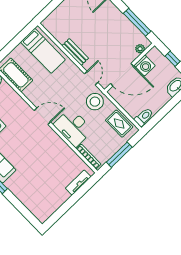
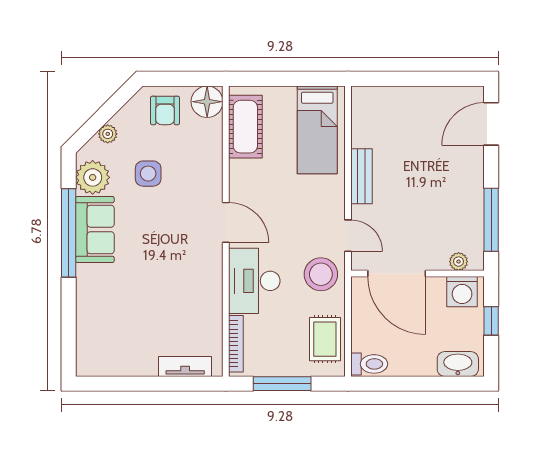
washing machine: (145, 65) -> (462, 292), moved
door: (91, 78) -> (348, 236), hinge flipped

